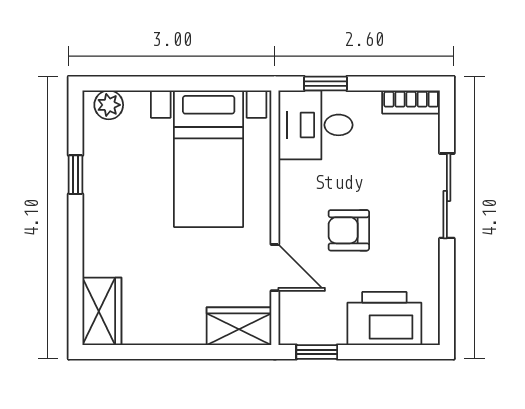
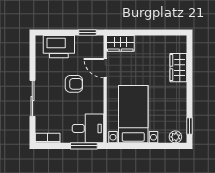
window: (325, 84) -> (84, 146), width x1.50
window: (75, 175) -> (190, 126), moved
wardrobe: (102, 311) -> (178, 68), moved

